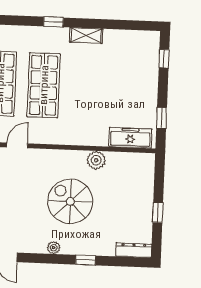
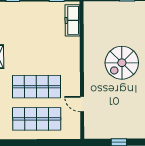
plant: (96, 160) -> (90, 45), removed

